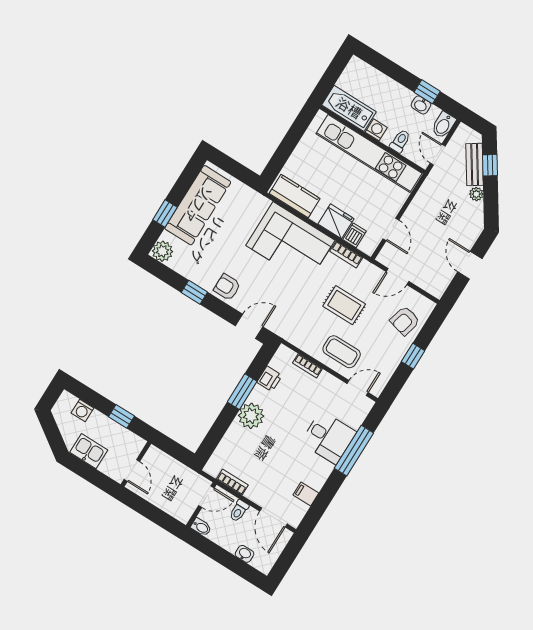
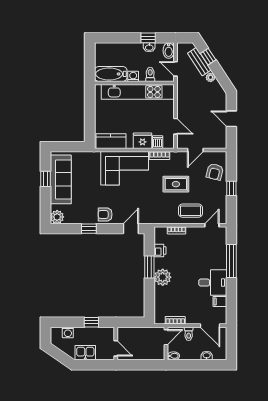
window: (165, 213) -> (46, 179), moved
desk: (328, 437) -> (213, 283), moved

